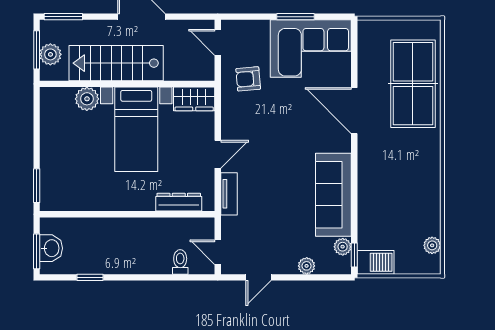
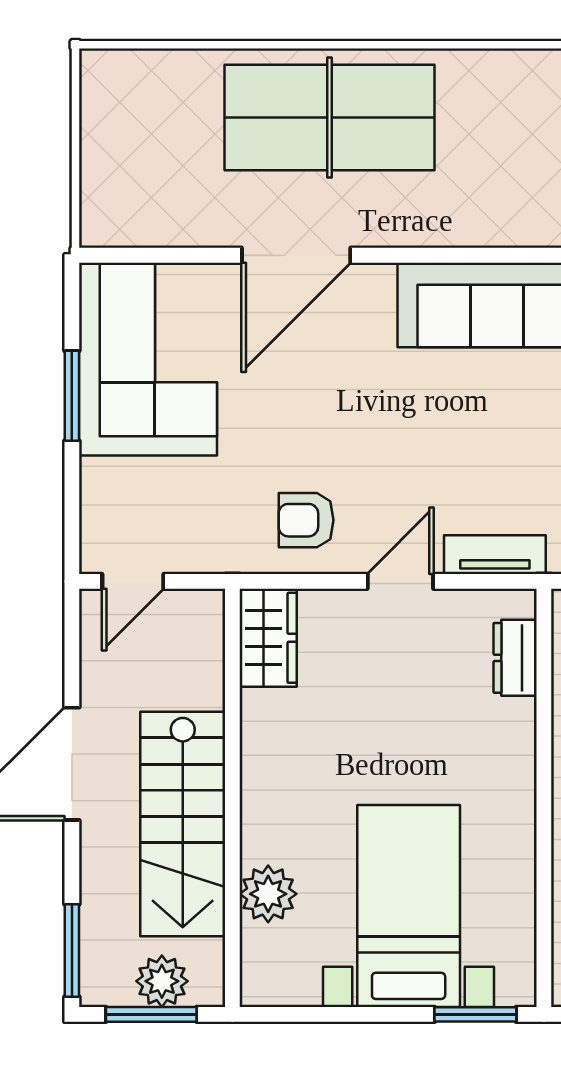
armchair: (248, 79) -> (306, 520), moved, turned 95
table tennis table: (413, 84) -> (329, 117), moved
bed with nightstands: (136, 129) -> (409, 906), moved, turned -90
door: (218, 154) -> (400, 581), hinge flipped
dresser: (179, 202) -> (515, 658), width x0.70

